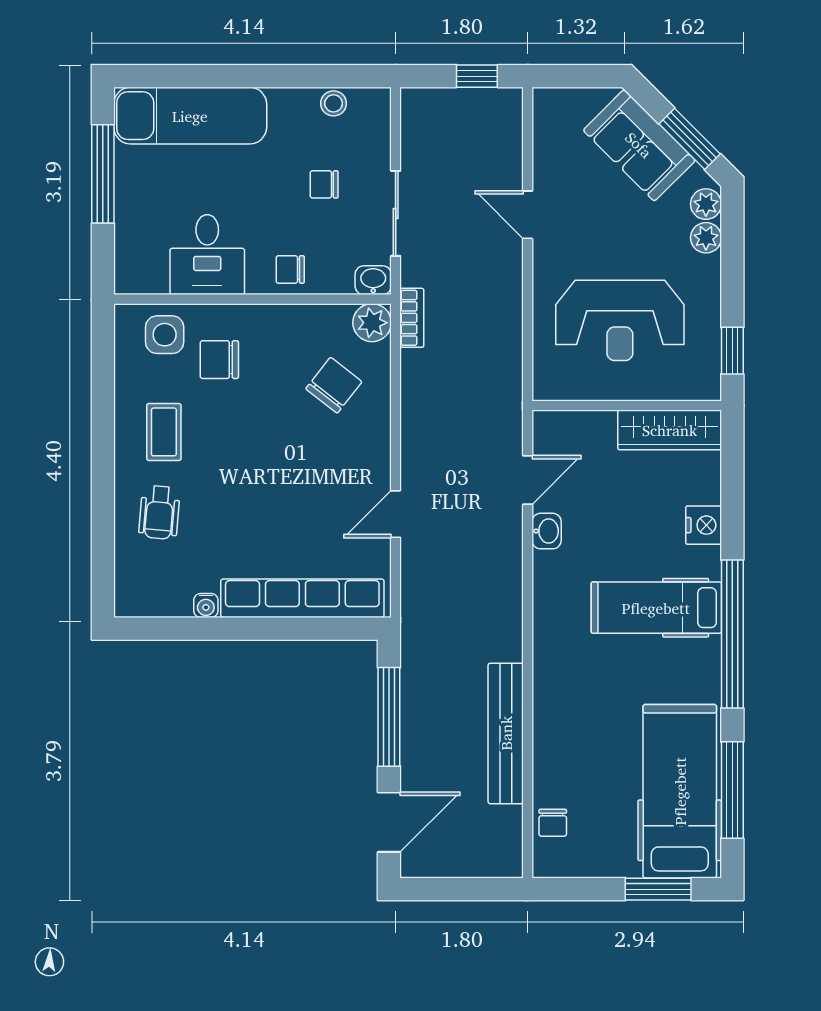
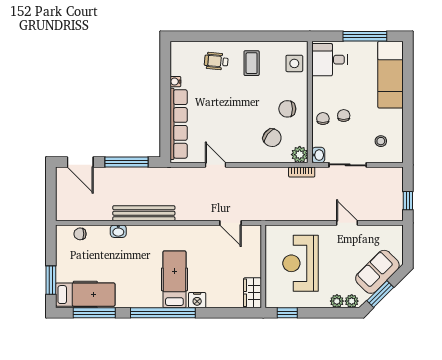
stool: (334, 103) -> (381, 141), moved
chair: (324, 184) -> (344, 116), moved
door: (528, 215) -> (347, 223), hinge flipped
desk: (207, 255) -> (329, 60), moved
chair: (219, 360) -> (287, 109), moved, turned -90
wardrobe: (670, 430) -> (252, 293), width x0.67
coffee table: (164, 432) -> (252, 63), turned 90
nightstand: (704, 525) -> (197, 300), moved
washbasin: (547, 531) -> (118, 231), moved
bench: (506, 733) -> (144, 213), moved
hospital bed: (680, 791) -> (85, 295), width x0.73, depth x0.78

